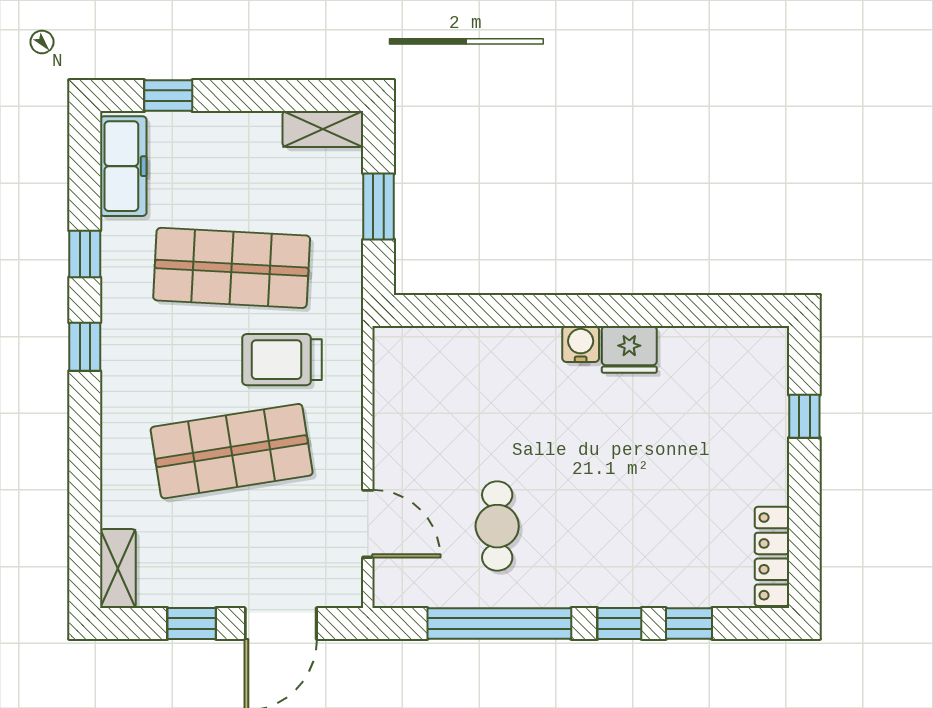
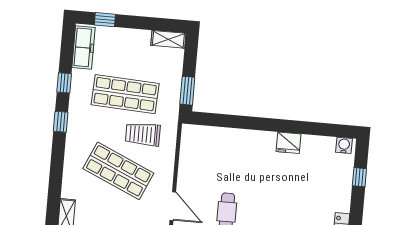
window: (379, 206) -> (187, 91), moved
water cooler: (581, 344) -> (344, 145), moved
shop shelf: (232, 451) -> (118, 171), turned 33

